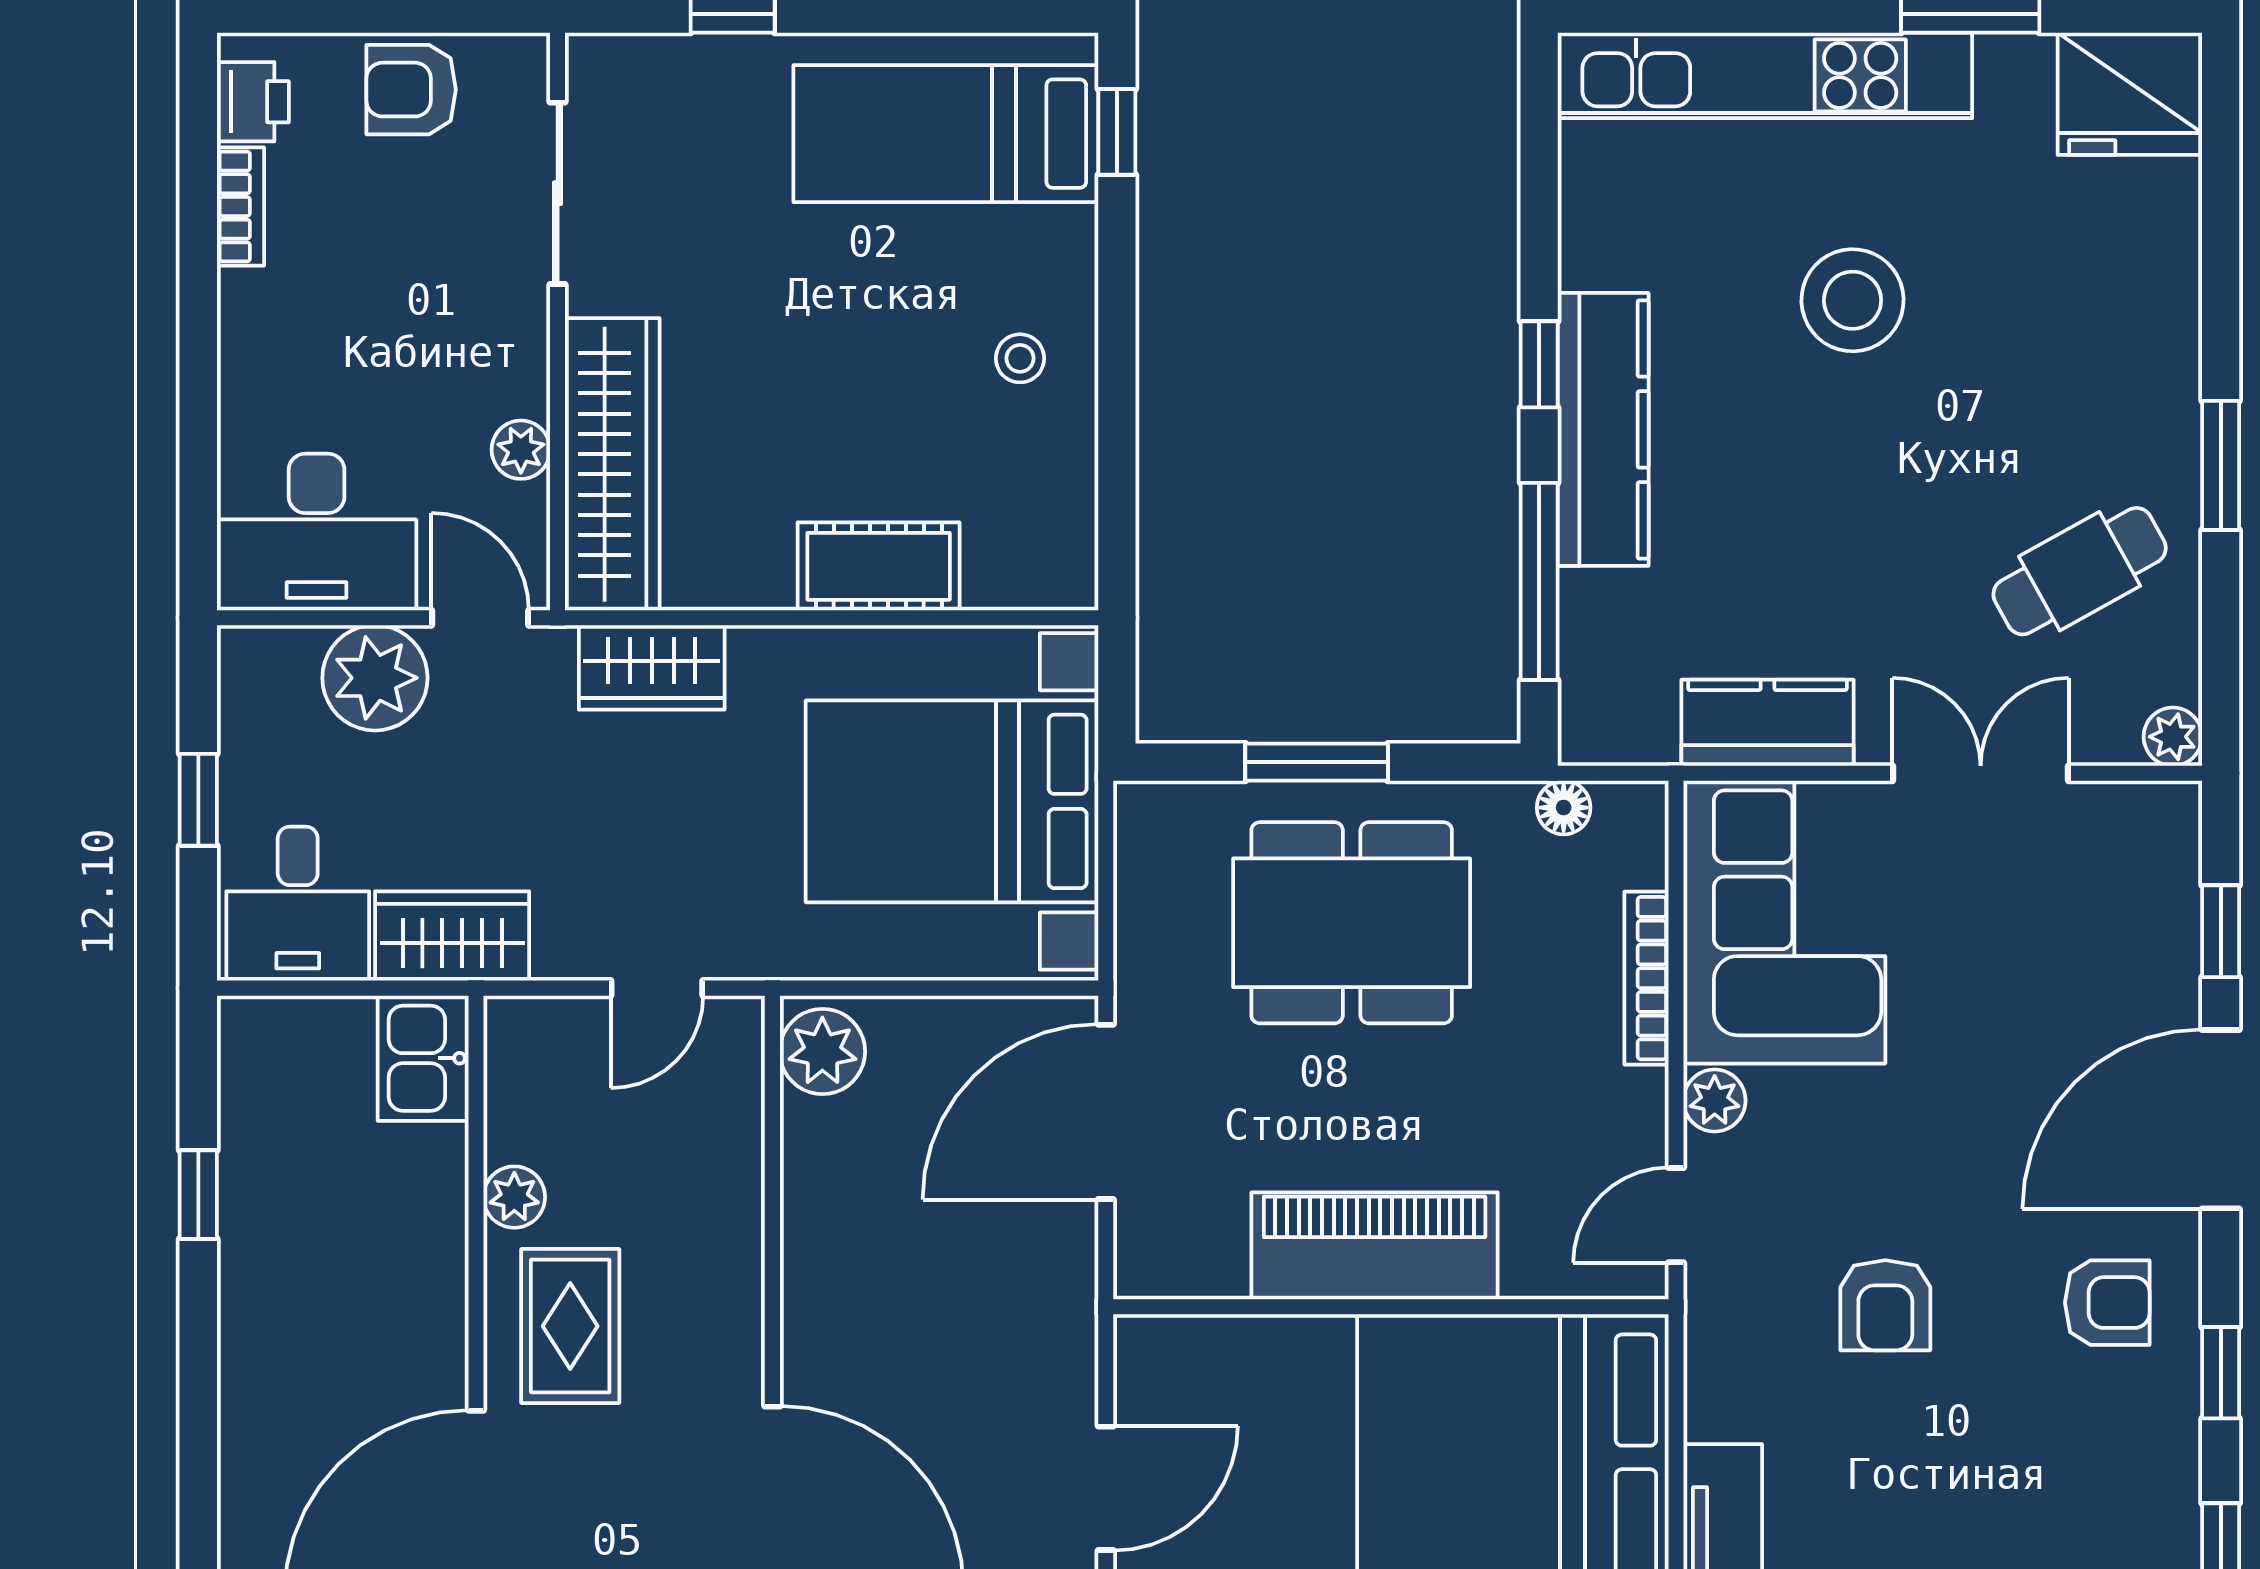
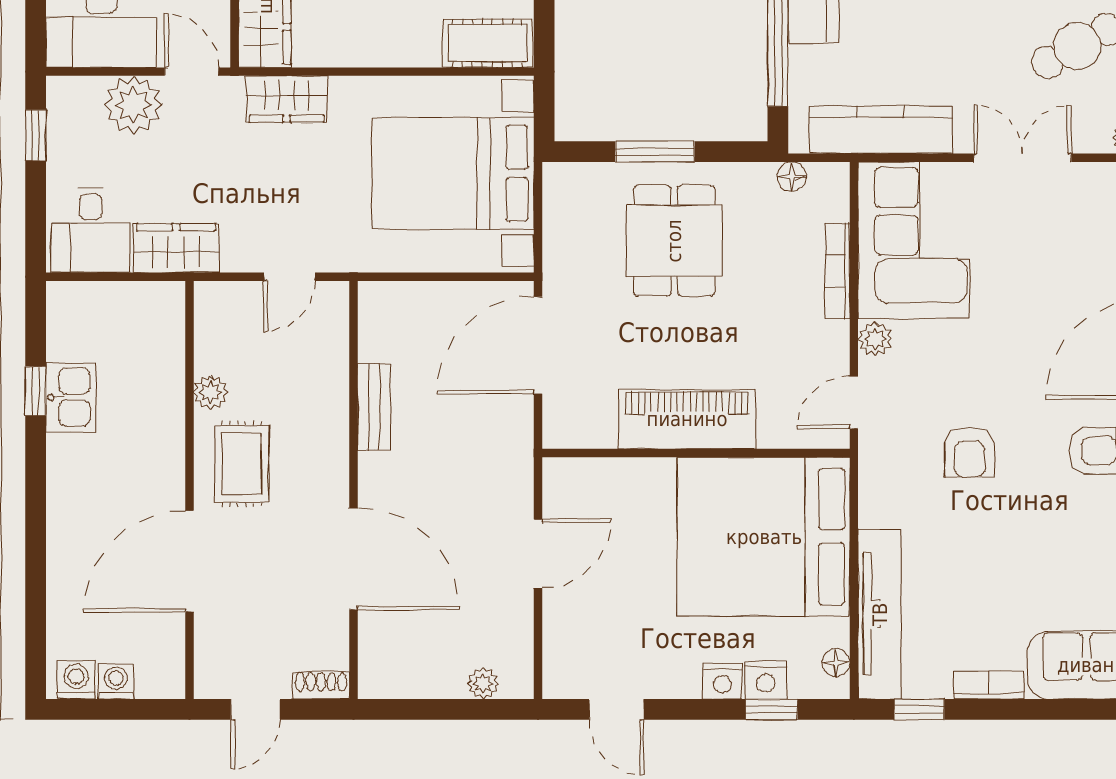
cot: (879, 566) -> (487, 43), moved
kitchen counter: (1767, 723) -> (881, 130), width x1.50
window: (198, 800) -> (36, 135), moved
dining table: (1352, 923) -> (674, 241), width x0.73
plant: (822, 1051) -> (381, 312), removed
kitchen sink: (423, 1058) -> (71, 397), moved, turned 180
bench: (810, 1224) -> (374, 407), added

